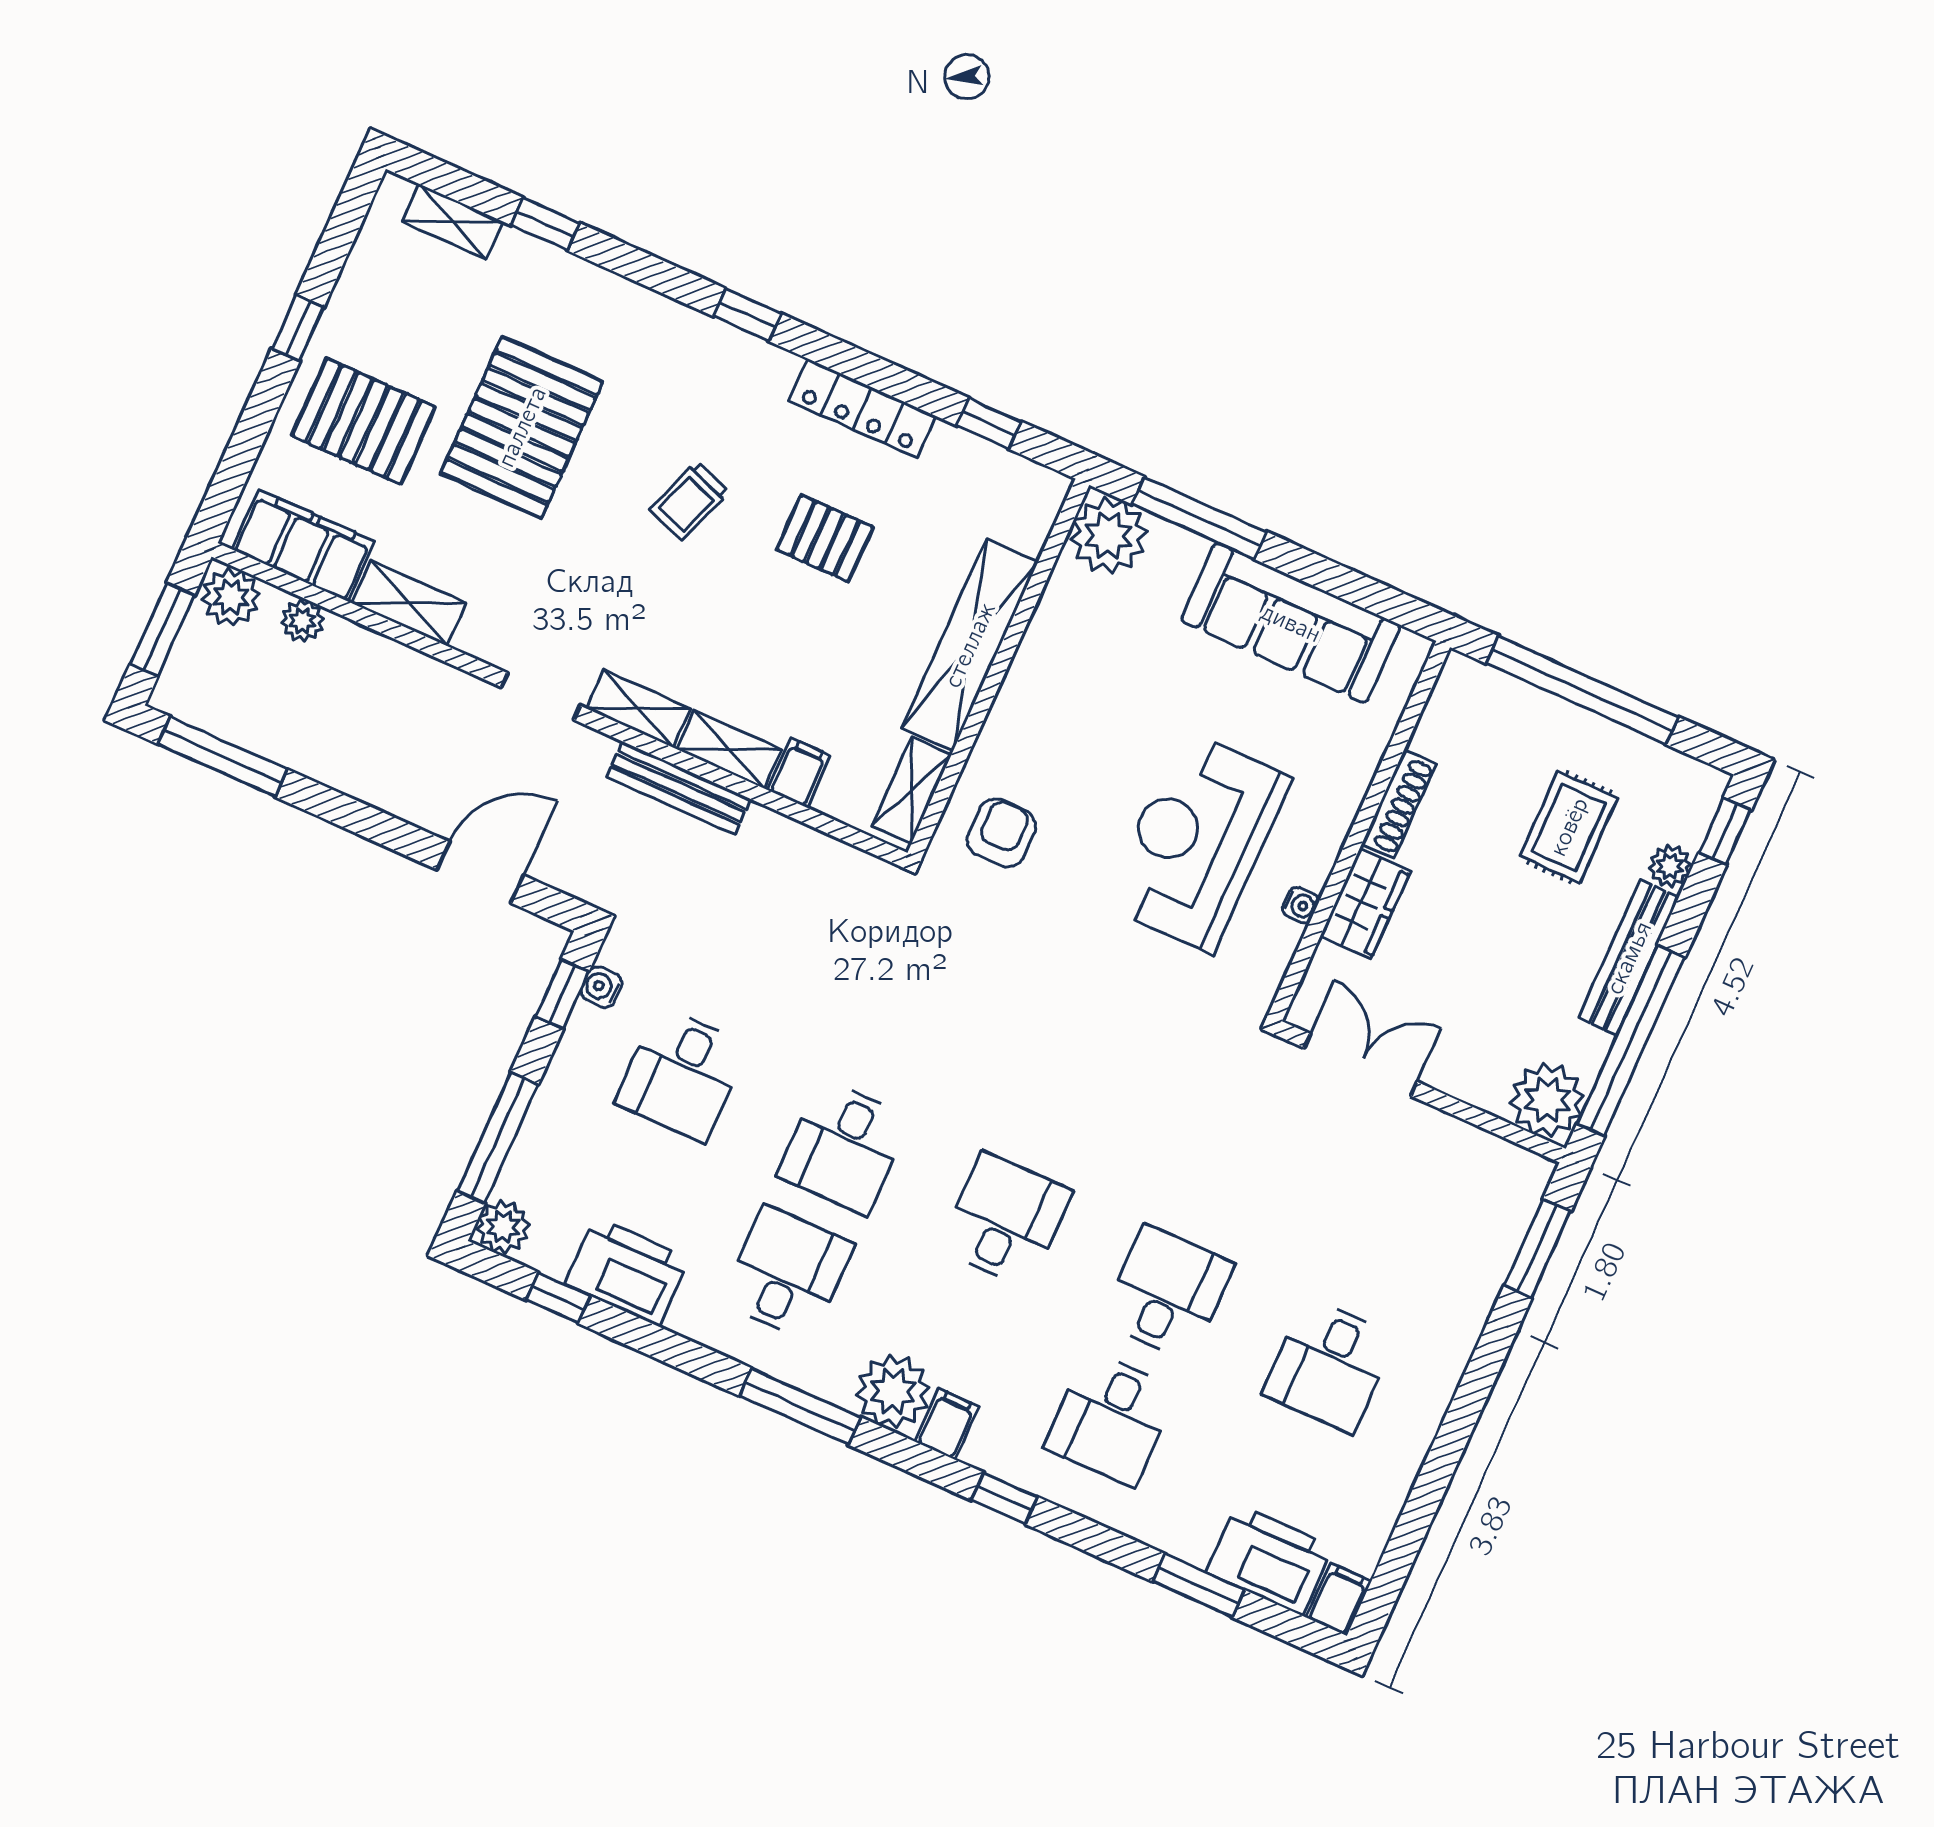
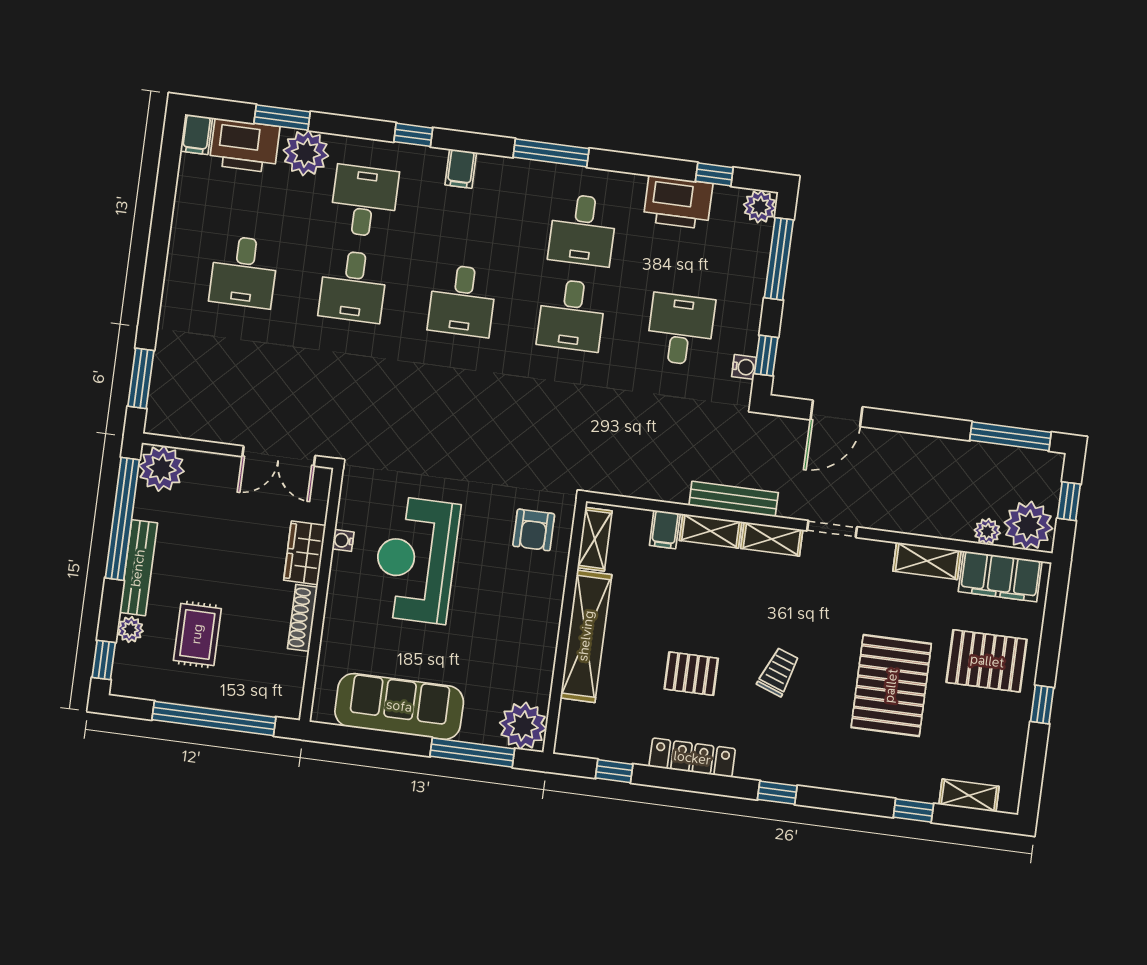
plant: (231, 597) -> (1028, 525), width x1.36, depth x1.36
window: (162, 629) -> (1069, 501), width x0.67
reception desk: (1197, 842) -> (416, 560), turned 180
desk: (844, 1147) -> (571, 315), turned 180
desk: (1329, 1365) -> (244, 272), turned 180
plant: (893, 1392) -> (306, 153), moved

